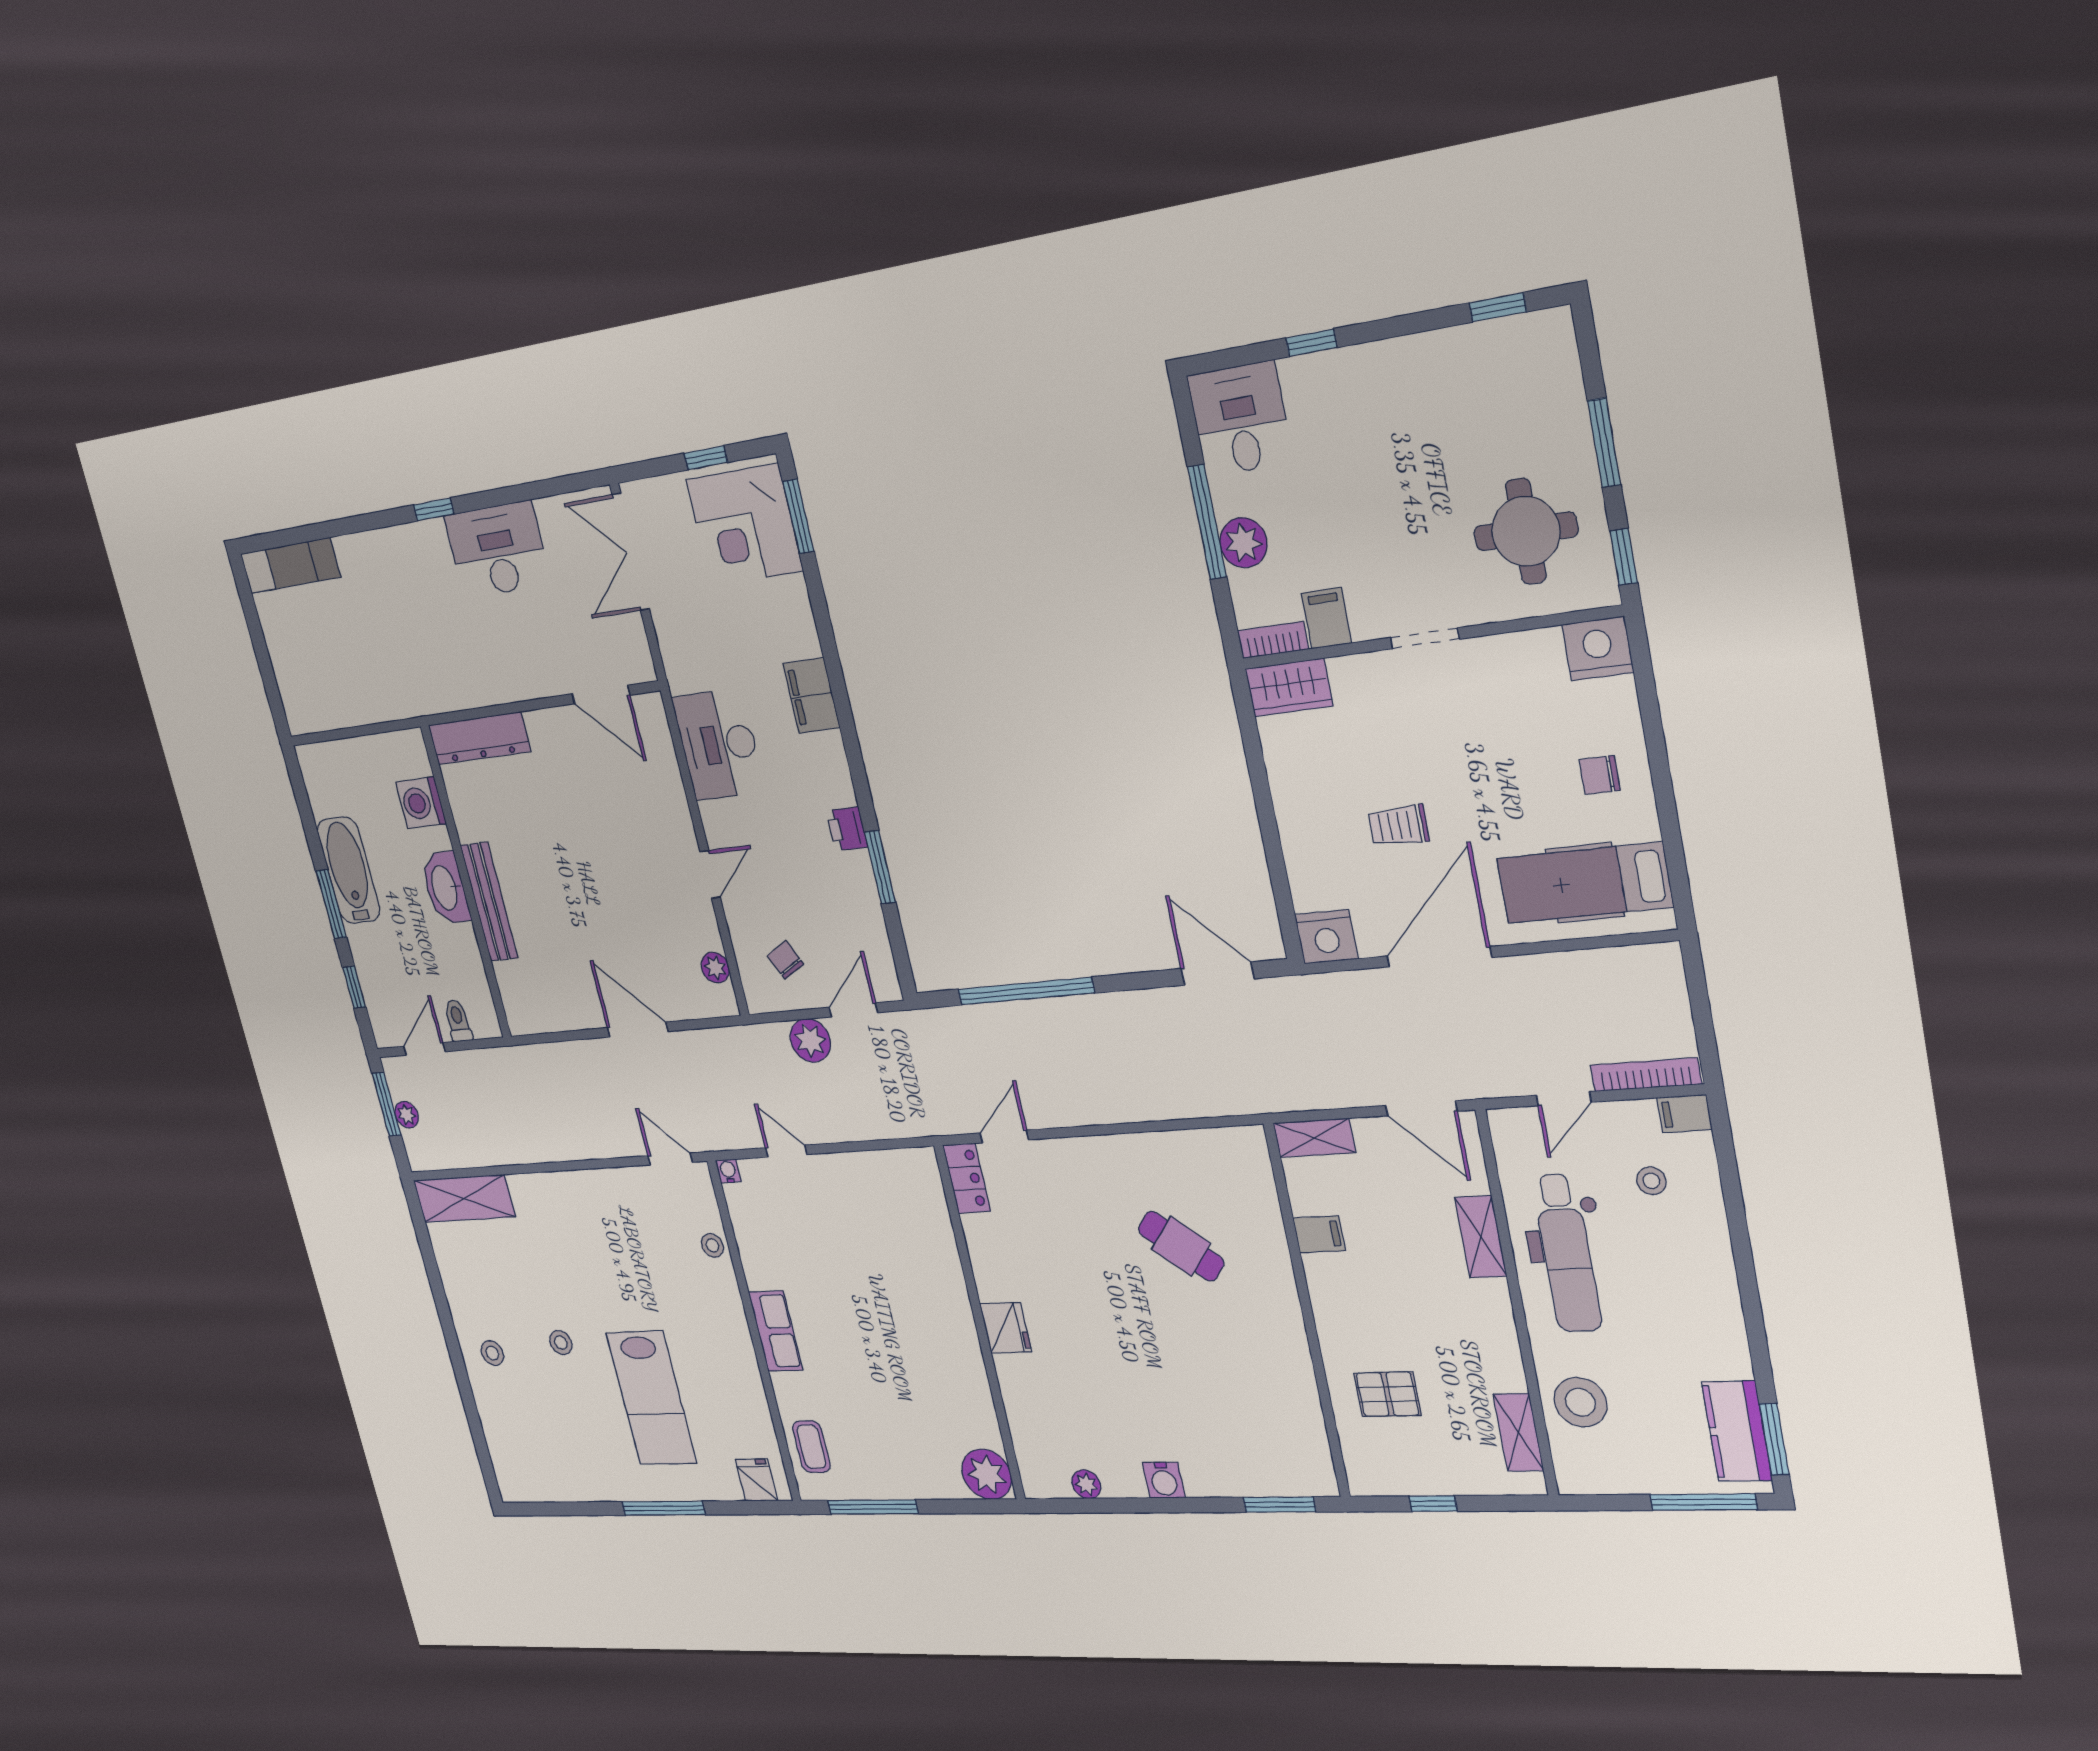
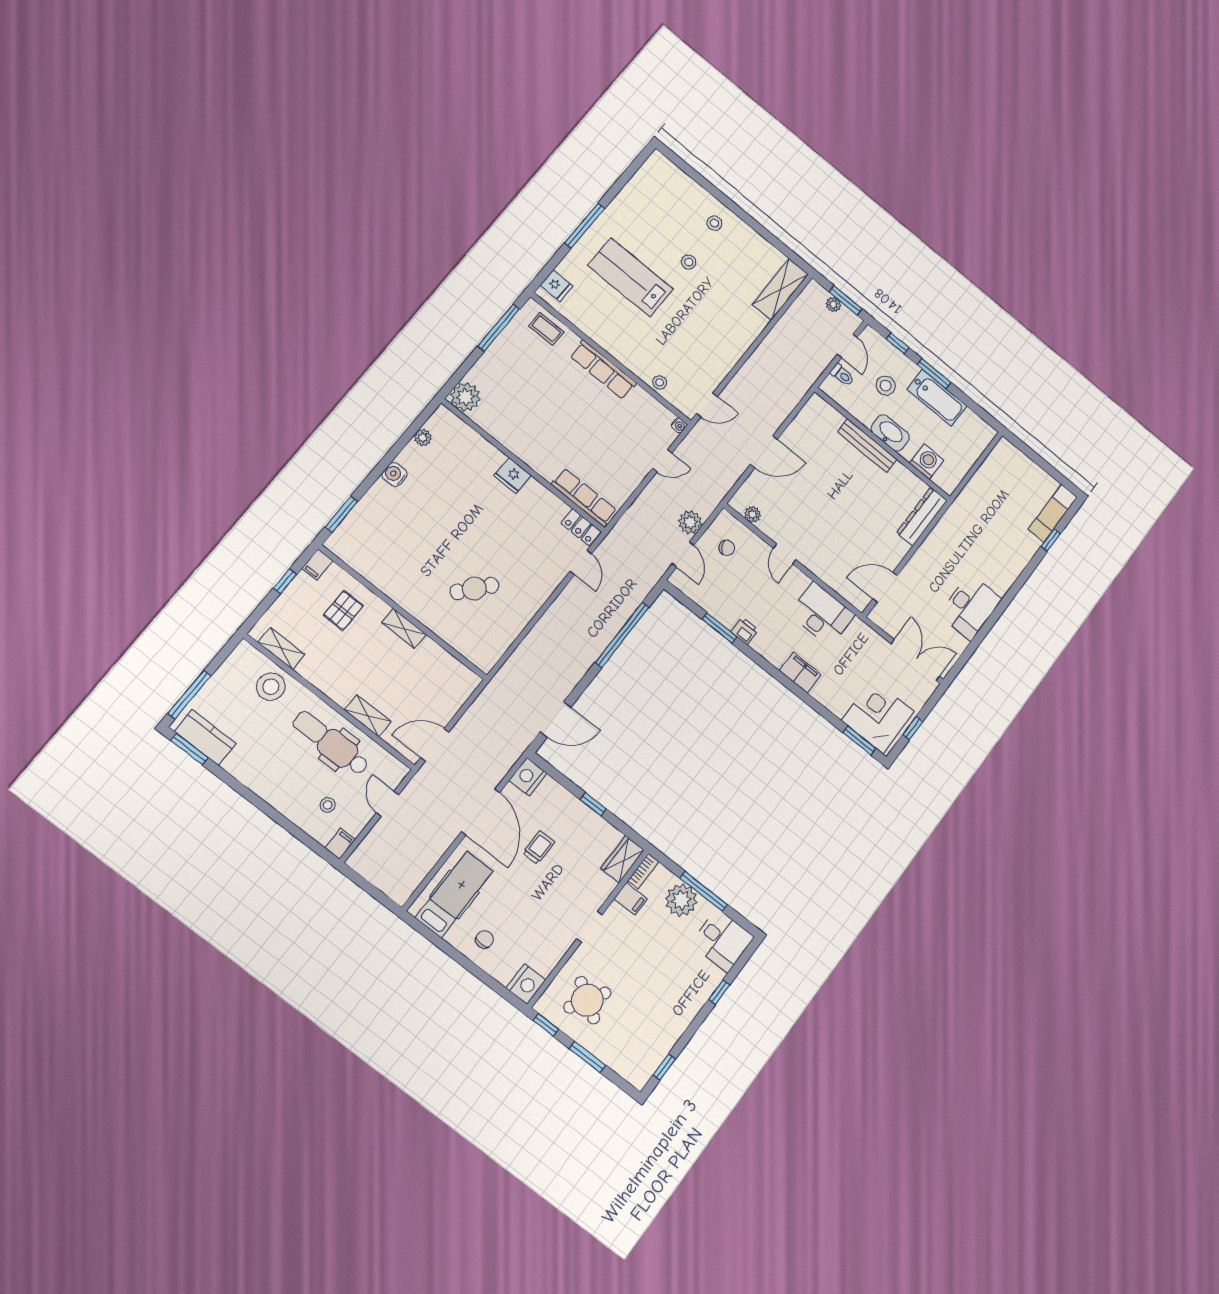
window: (434, 509) -> (1051, 540), moved
round table: (1526, 531) -> (587, 1000), turned 32
plant: (1243, 543) -> (681, 900), width x1.36, depth x1.36
window: (1265, 807) -> (593, 804), added
stool: (408, 952) -> (886, 386), added
bookcase: (1646, 1075) -> (367, 844), removed
shelving: (1314, 1138) -> (404, 629), moved, turned 90
row of seats: (931, 1210) -> (584, 497), added
filing cabinet: (1319, 1234) -> (317, 565), moved
row of seats: (776, 1331) -> (603, 370), width x1.48

